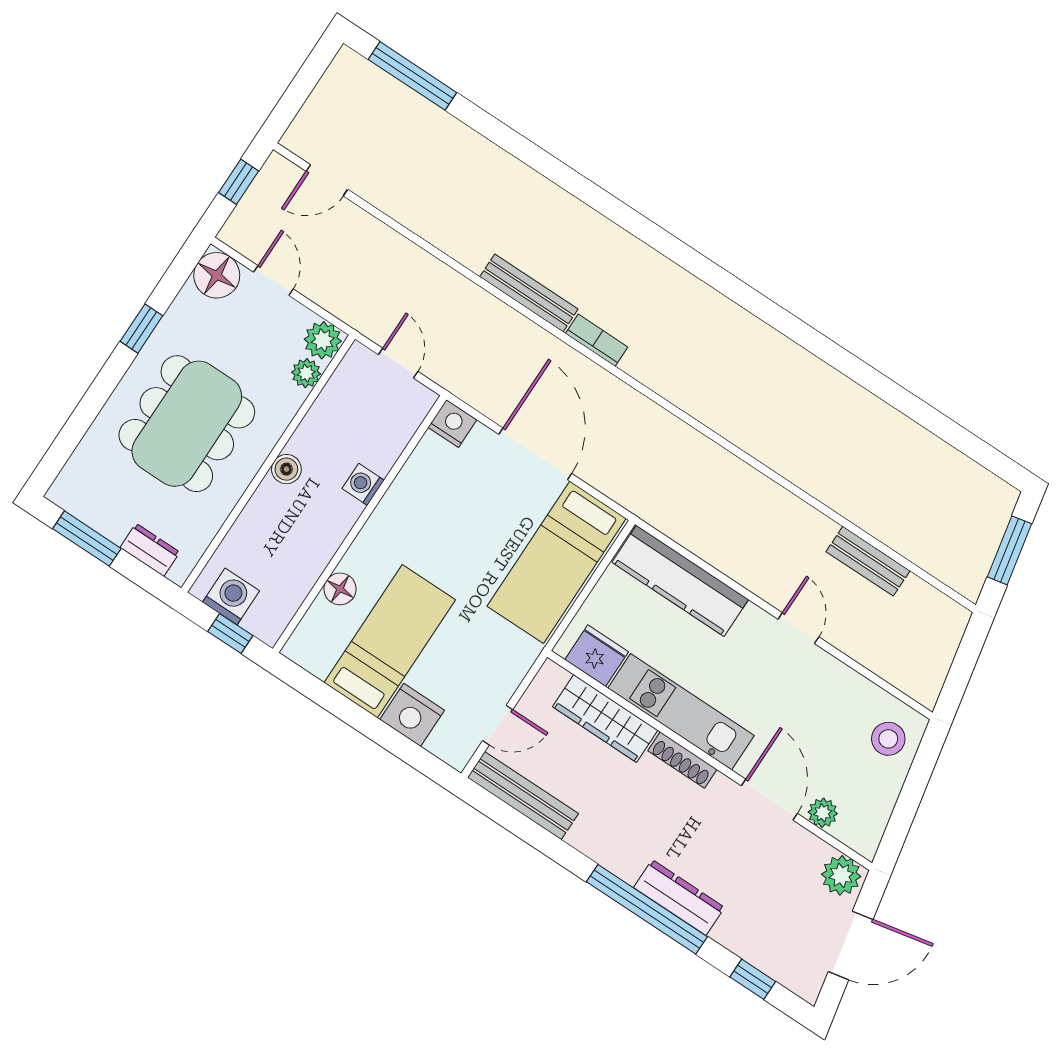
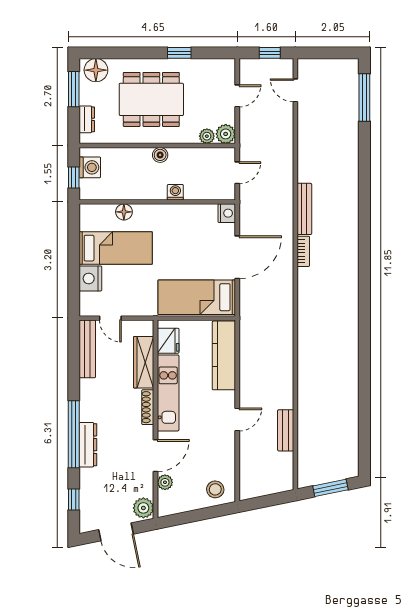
floor lamp: (217, 275) -> (96, 70), moved

